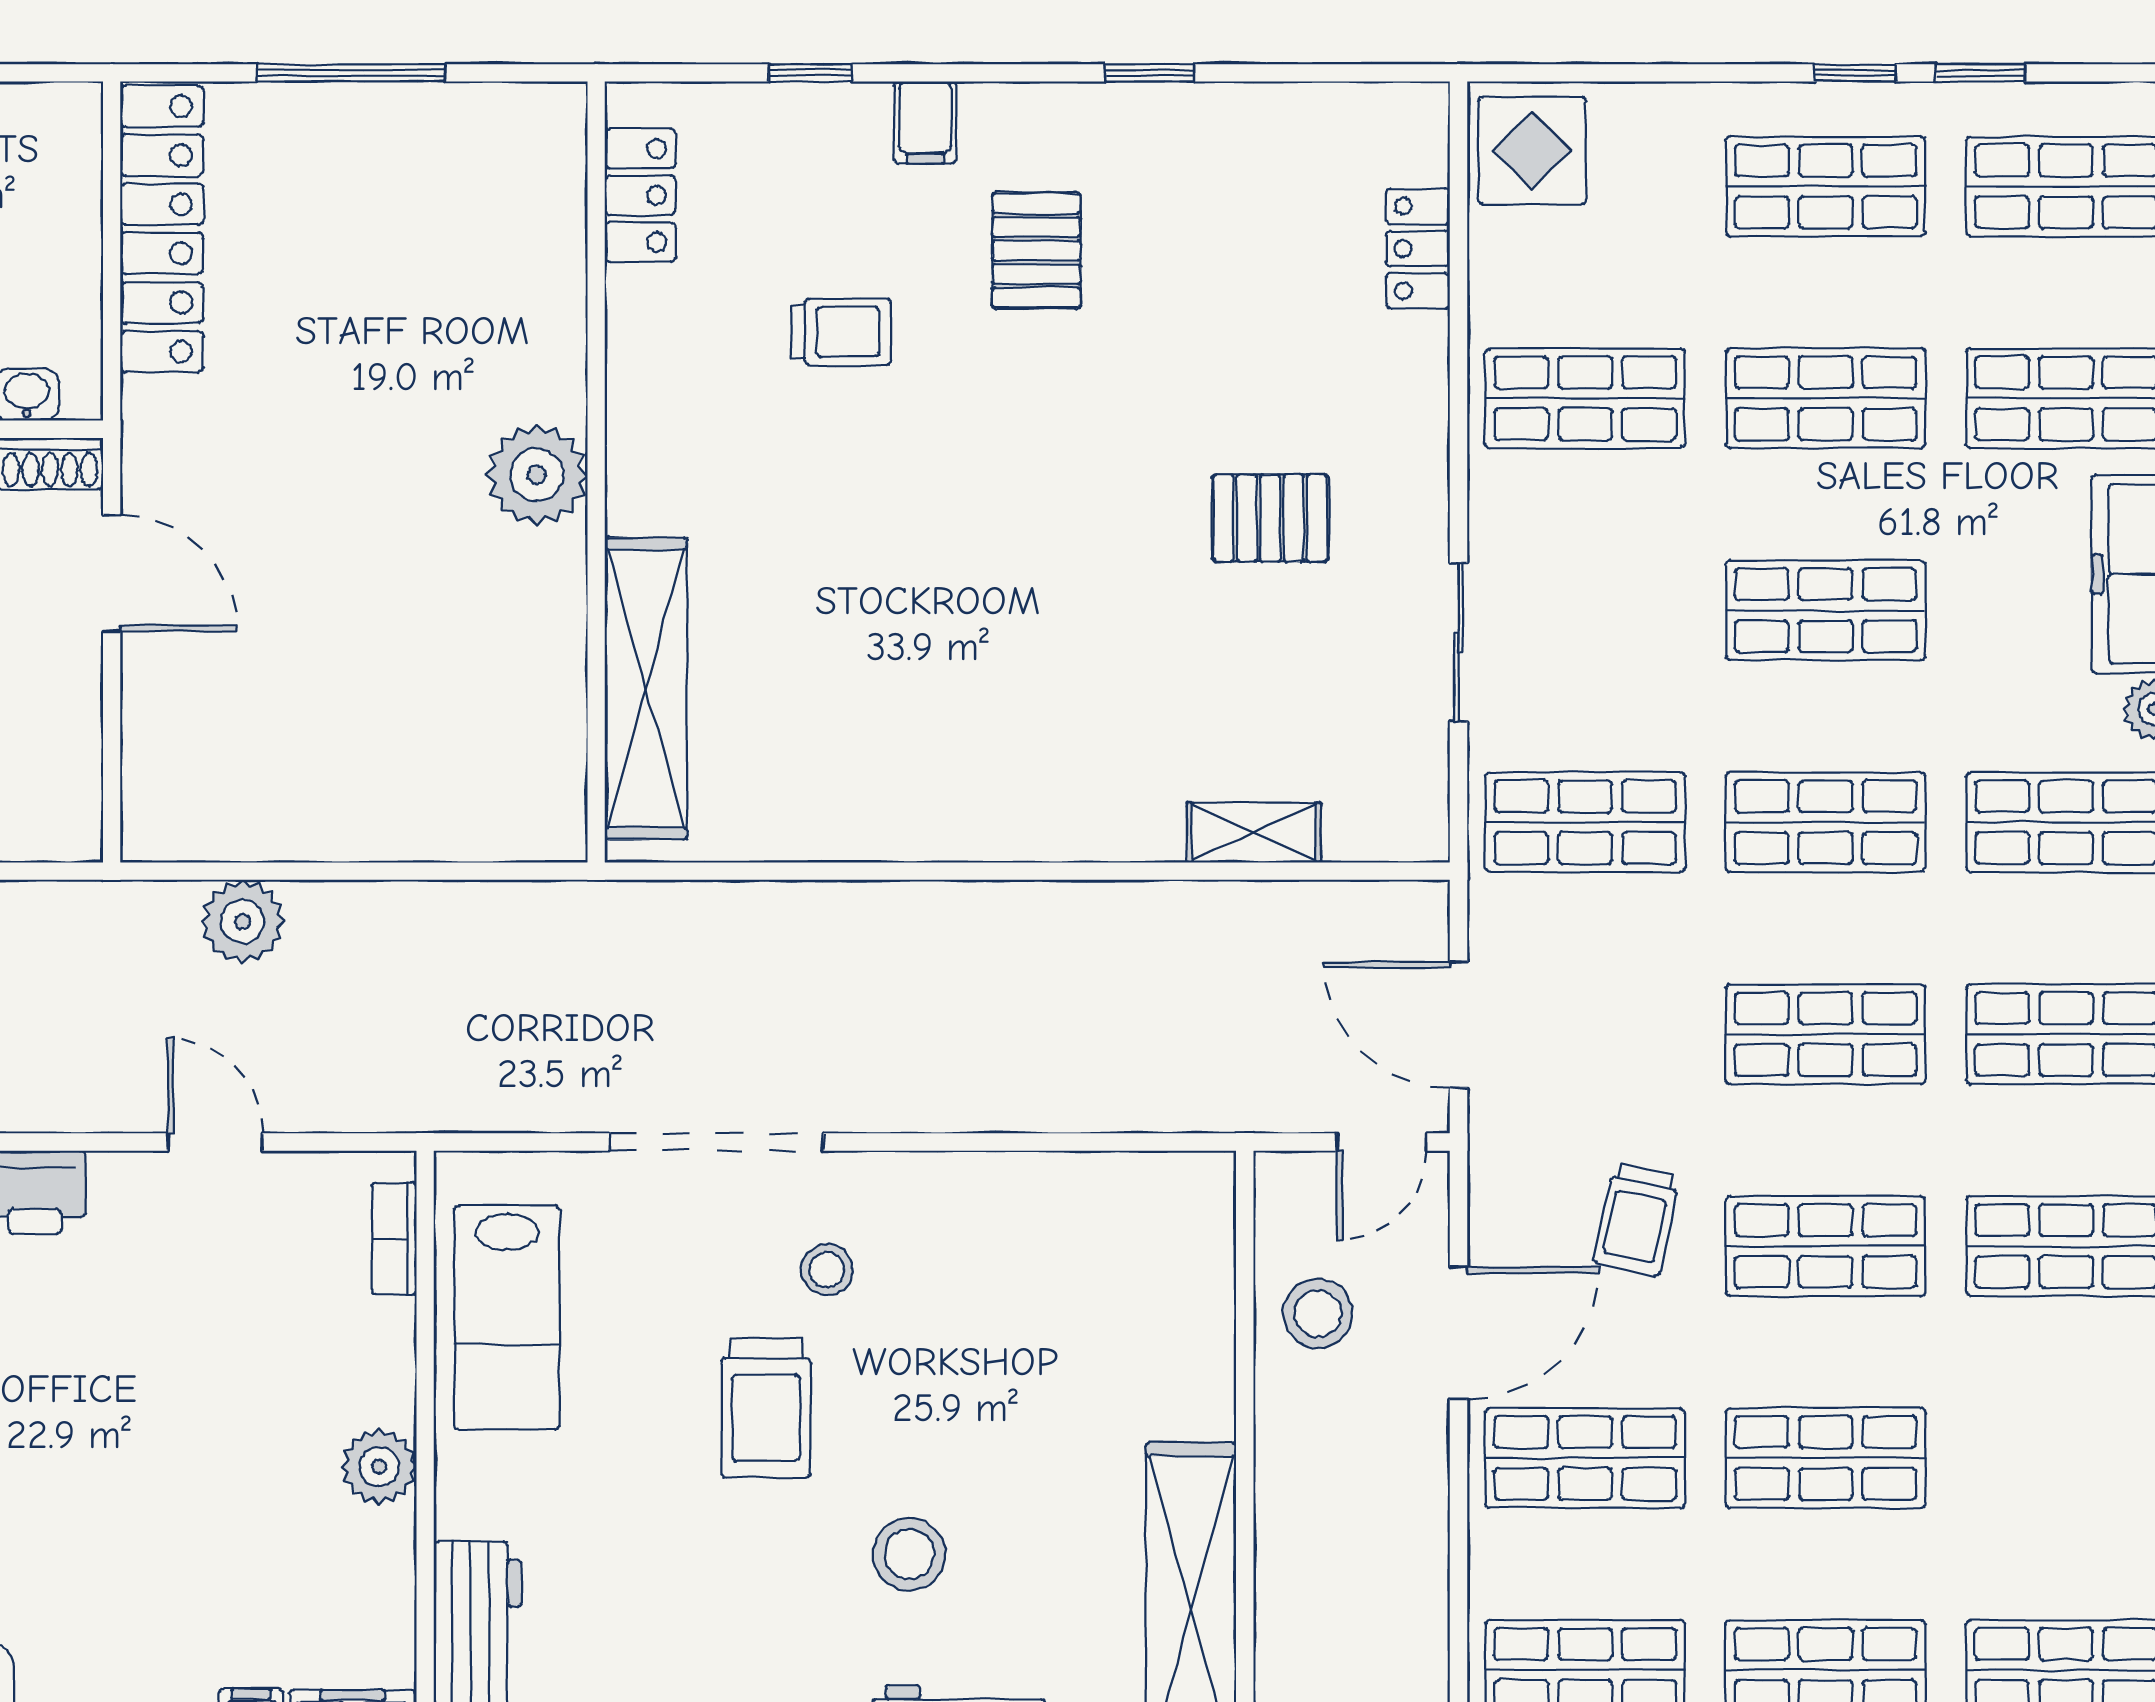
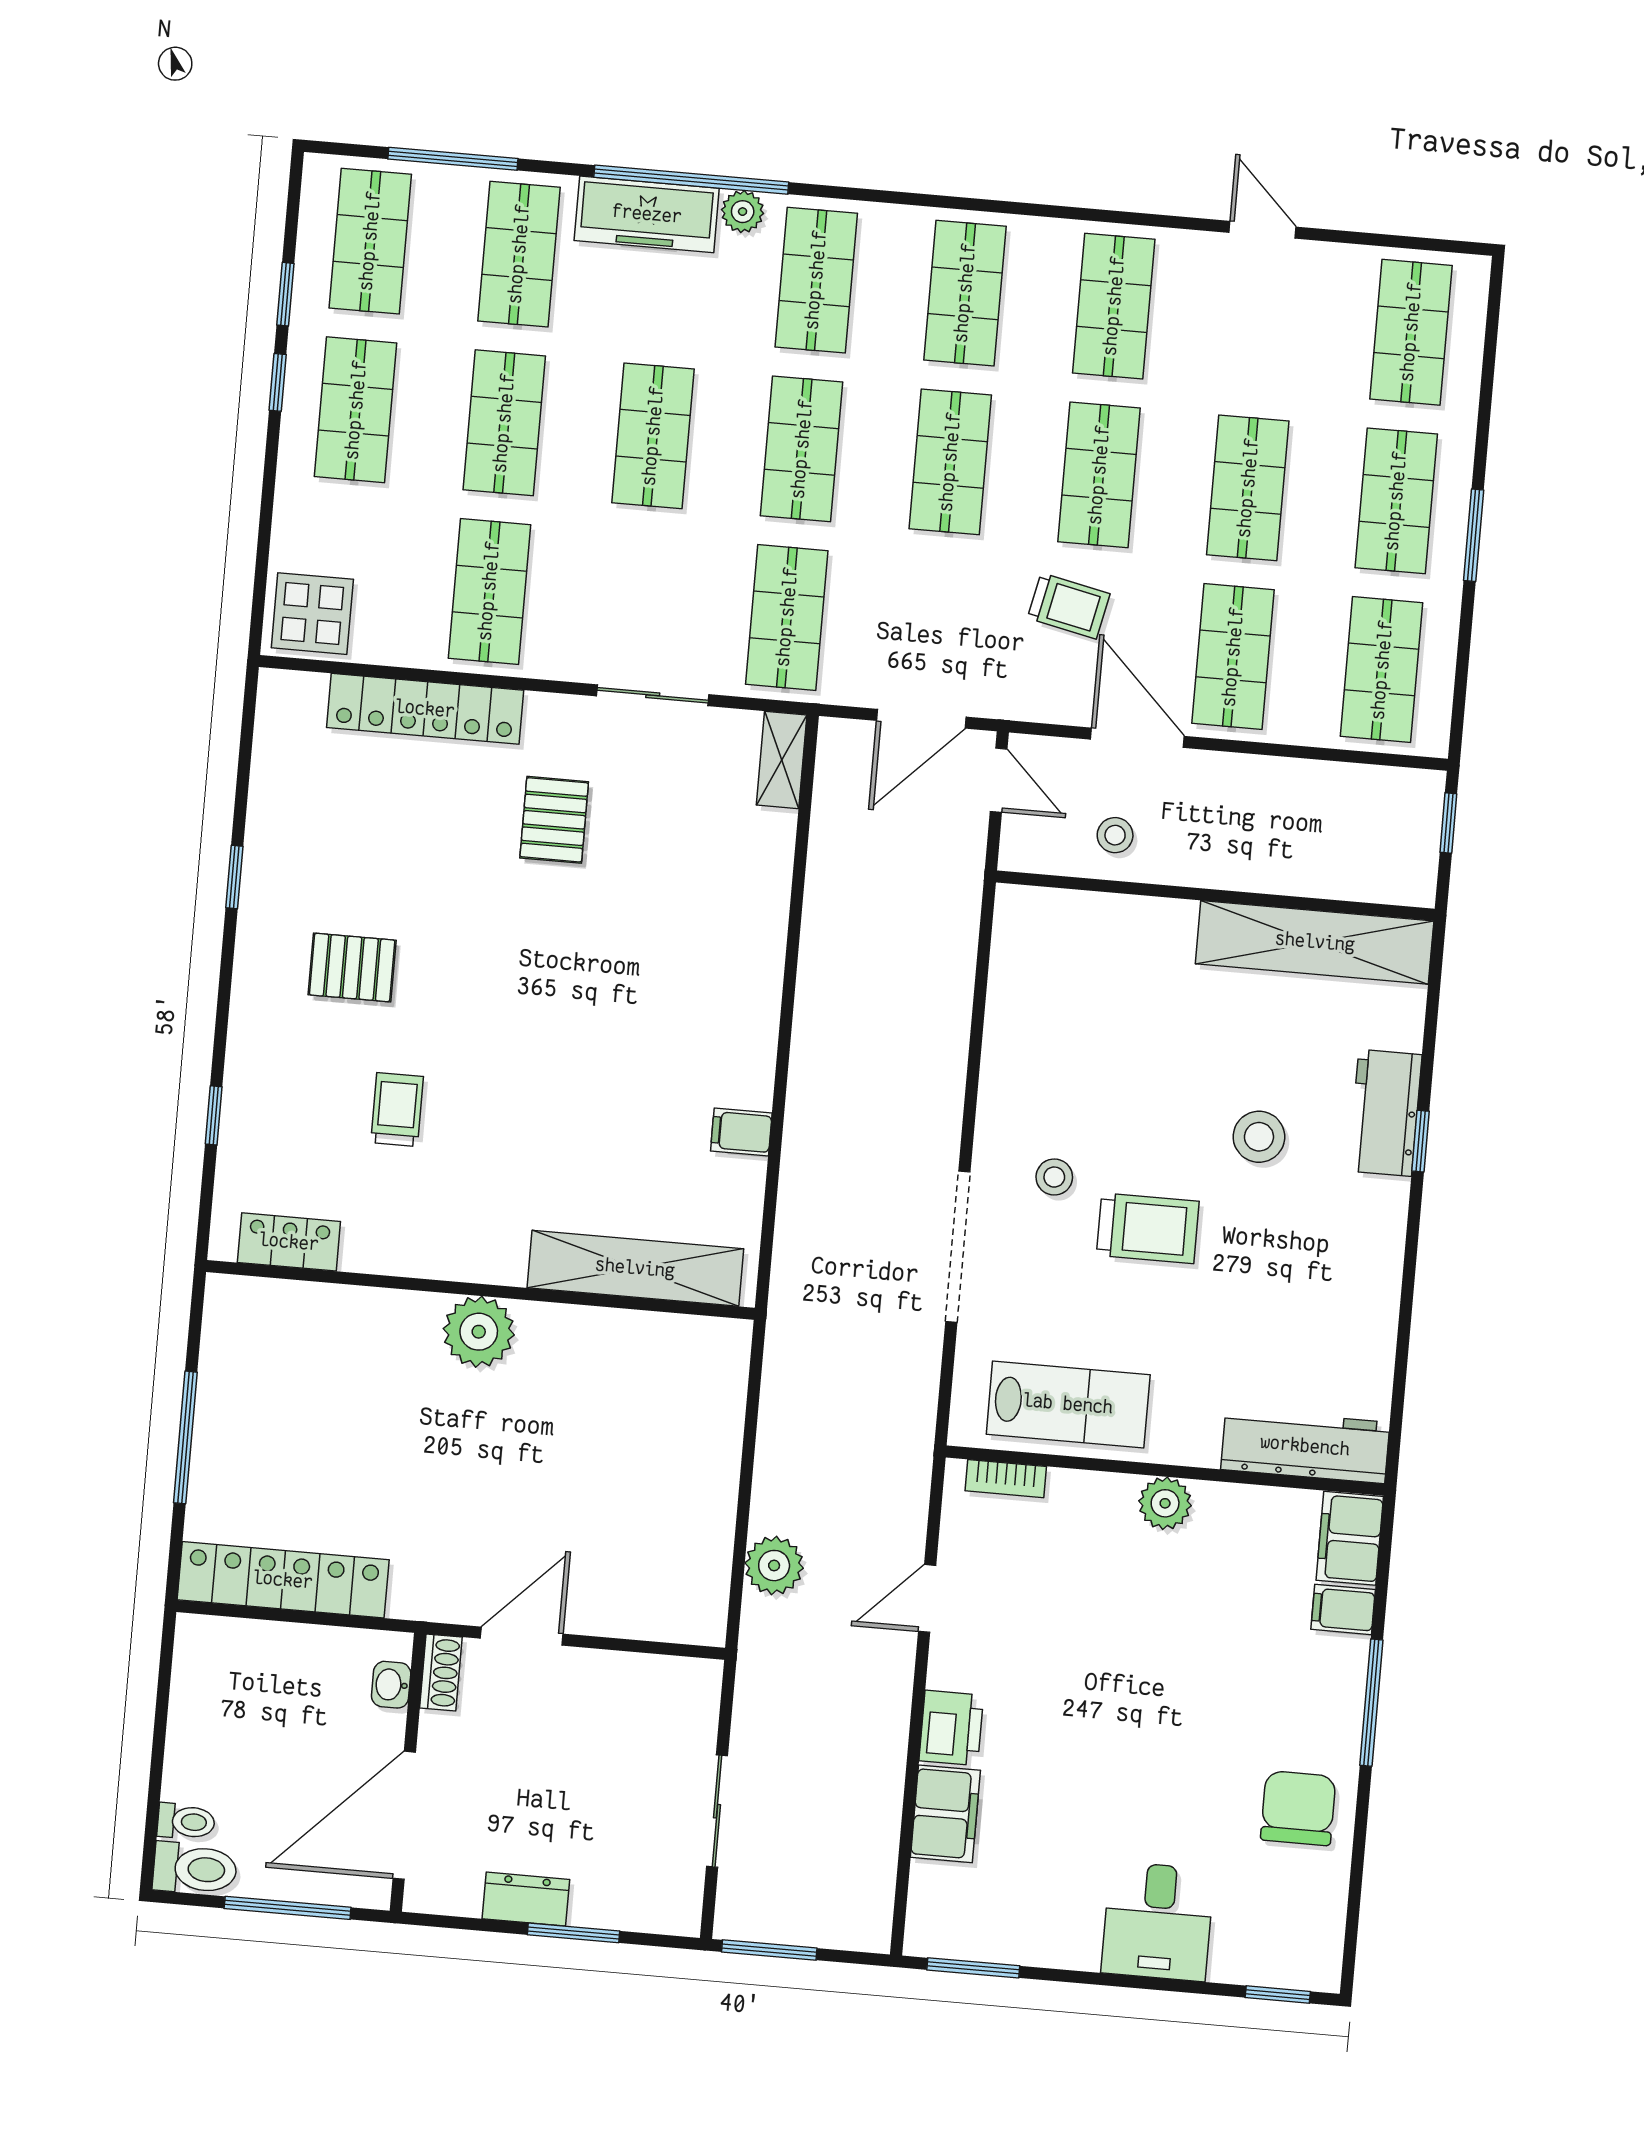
filing cabinet: (925, 123) -> (741, 1132), moved, turned 180
locker: (1418, 248) -> (425, 709), width x2.16, depth x1.21
shelving: (1254, 832) -> (782, 760), moved
stool: (1318, 1313) -> (1115, 835), width x0.73, depth x0.73

